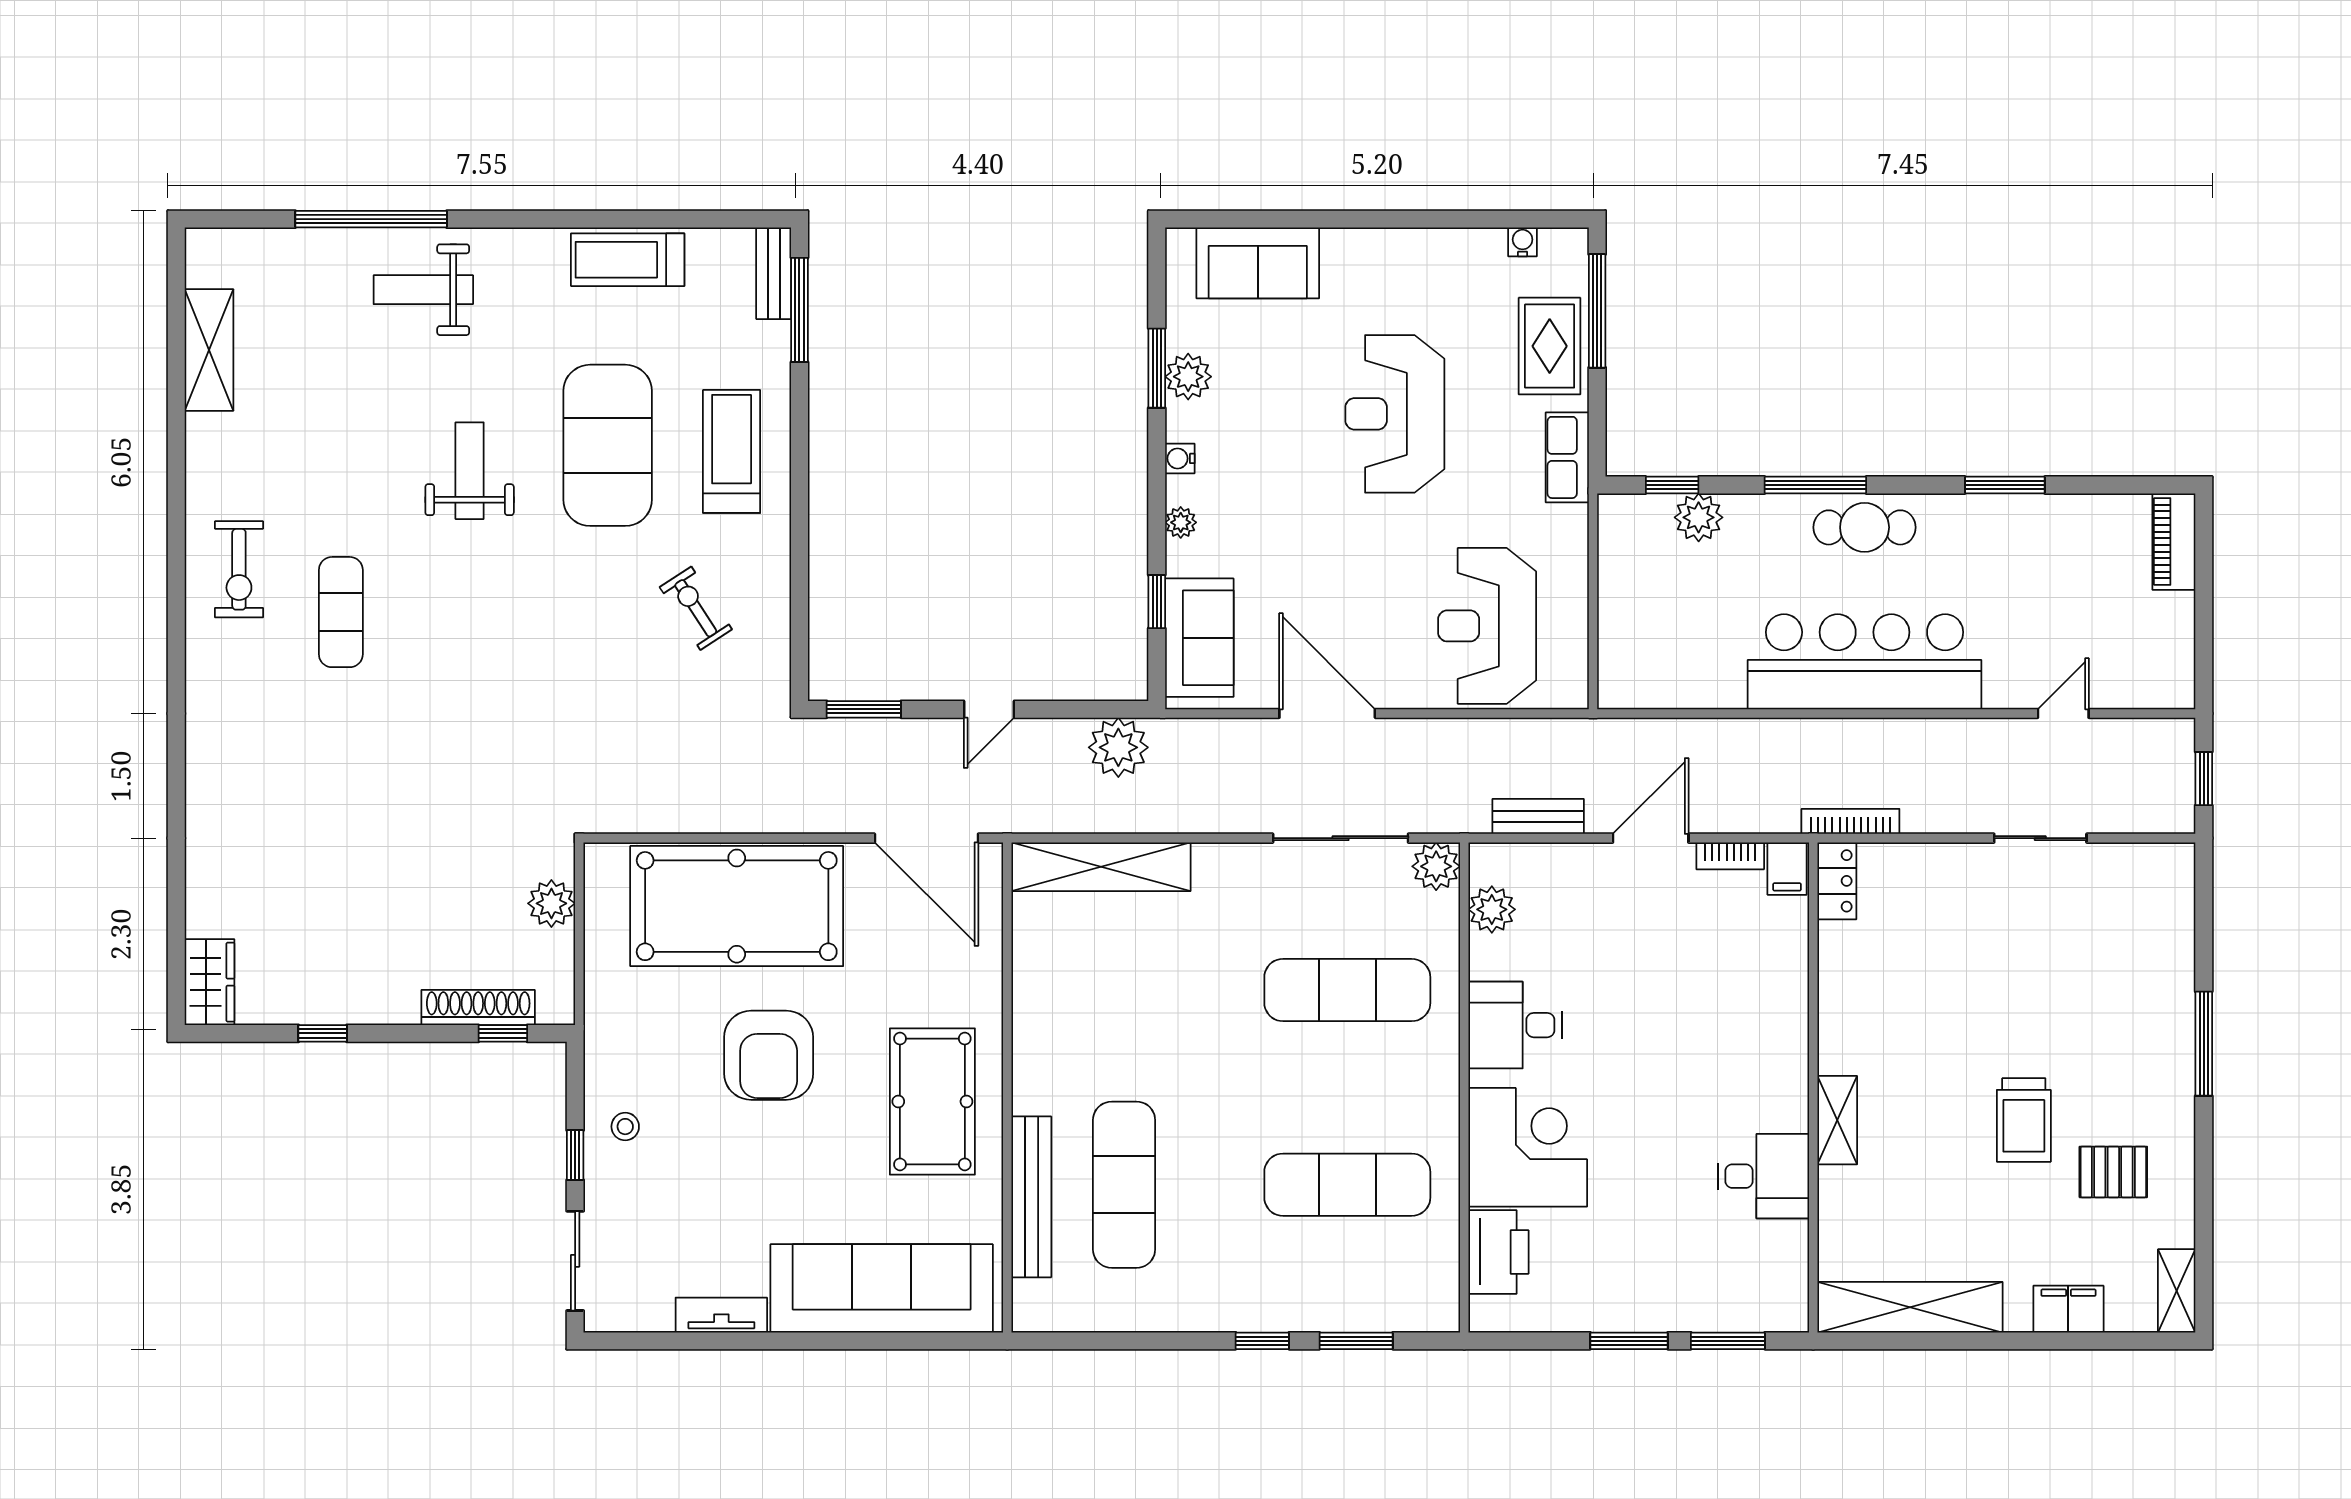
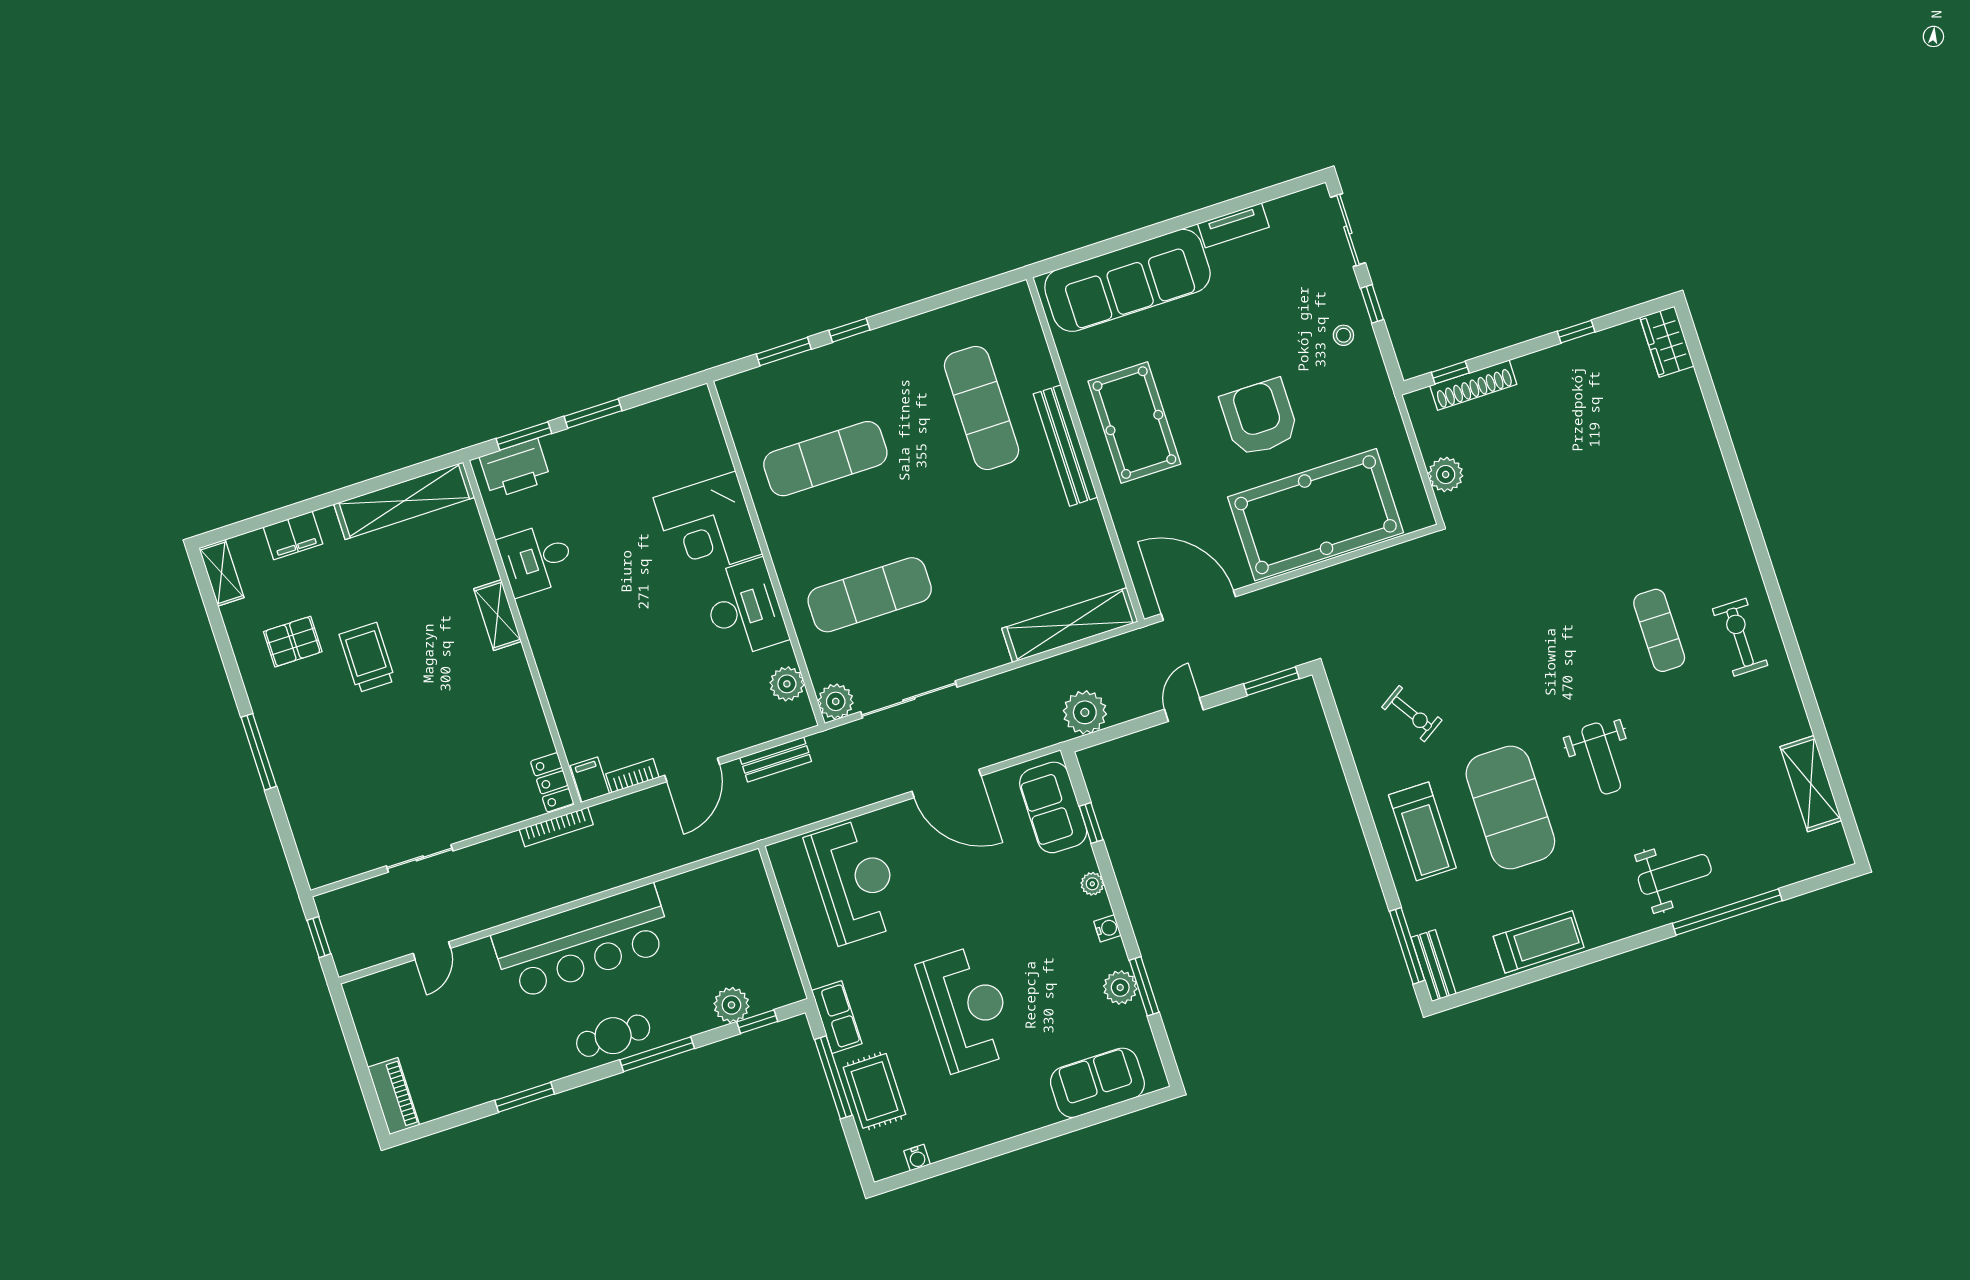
window: (1597, 311) -> (833, 1077), moved
desk: (1515, 1025) -> (744, 608), width x1.37
bench: (1031, 1197) -> (1065, 446), moved
printer: (1498, 1252) -> (515, 469), moved, turned -90

